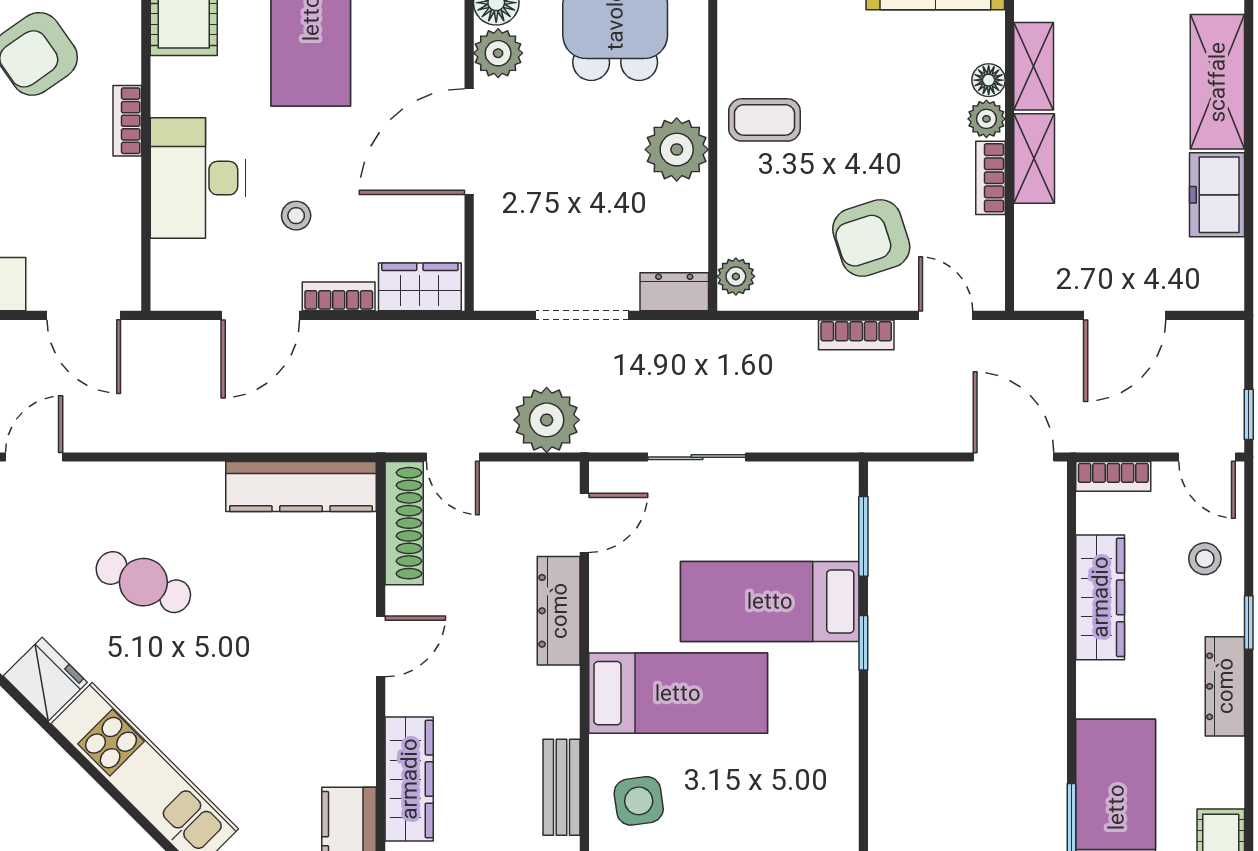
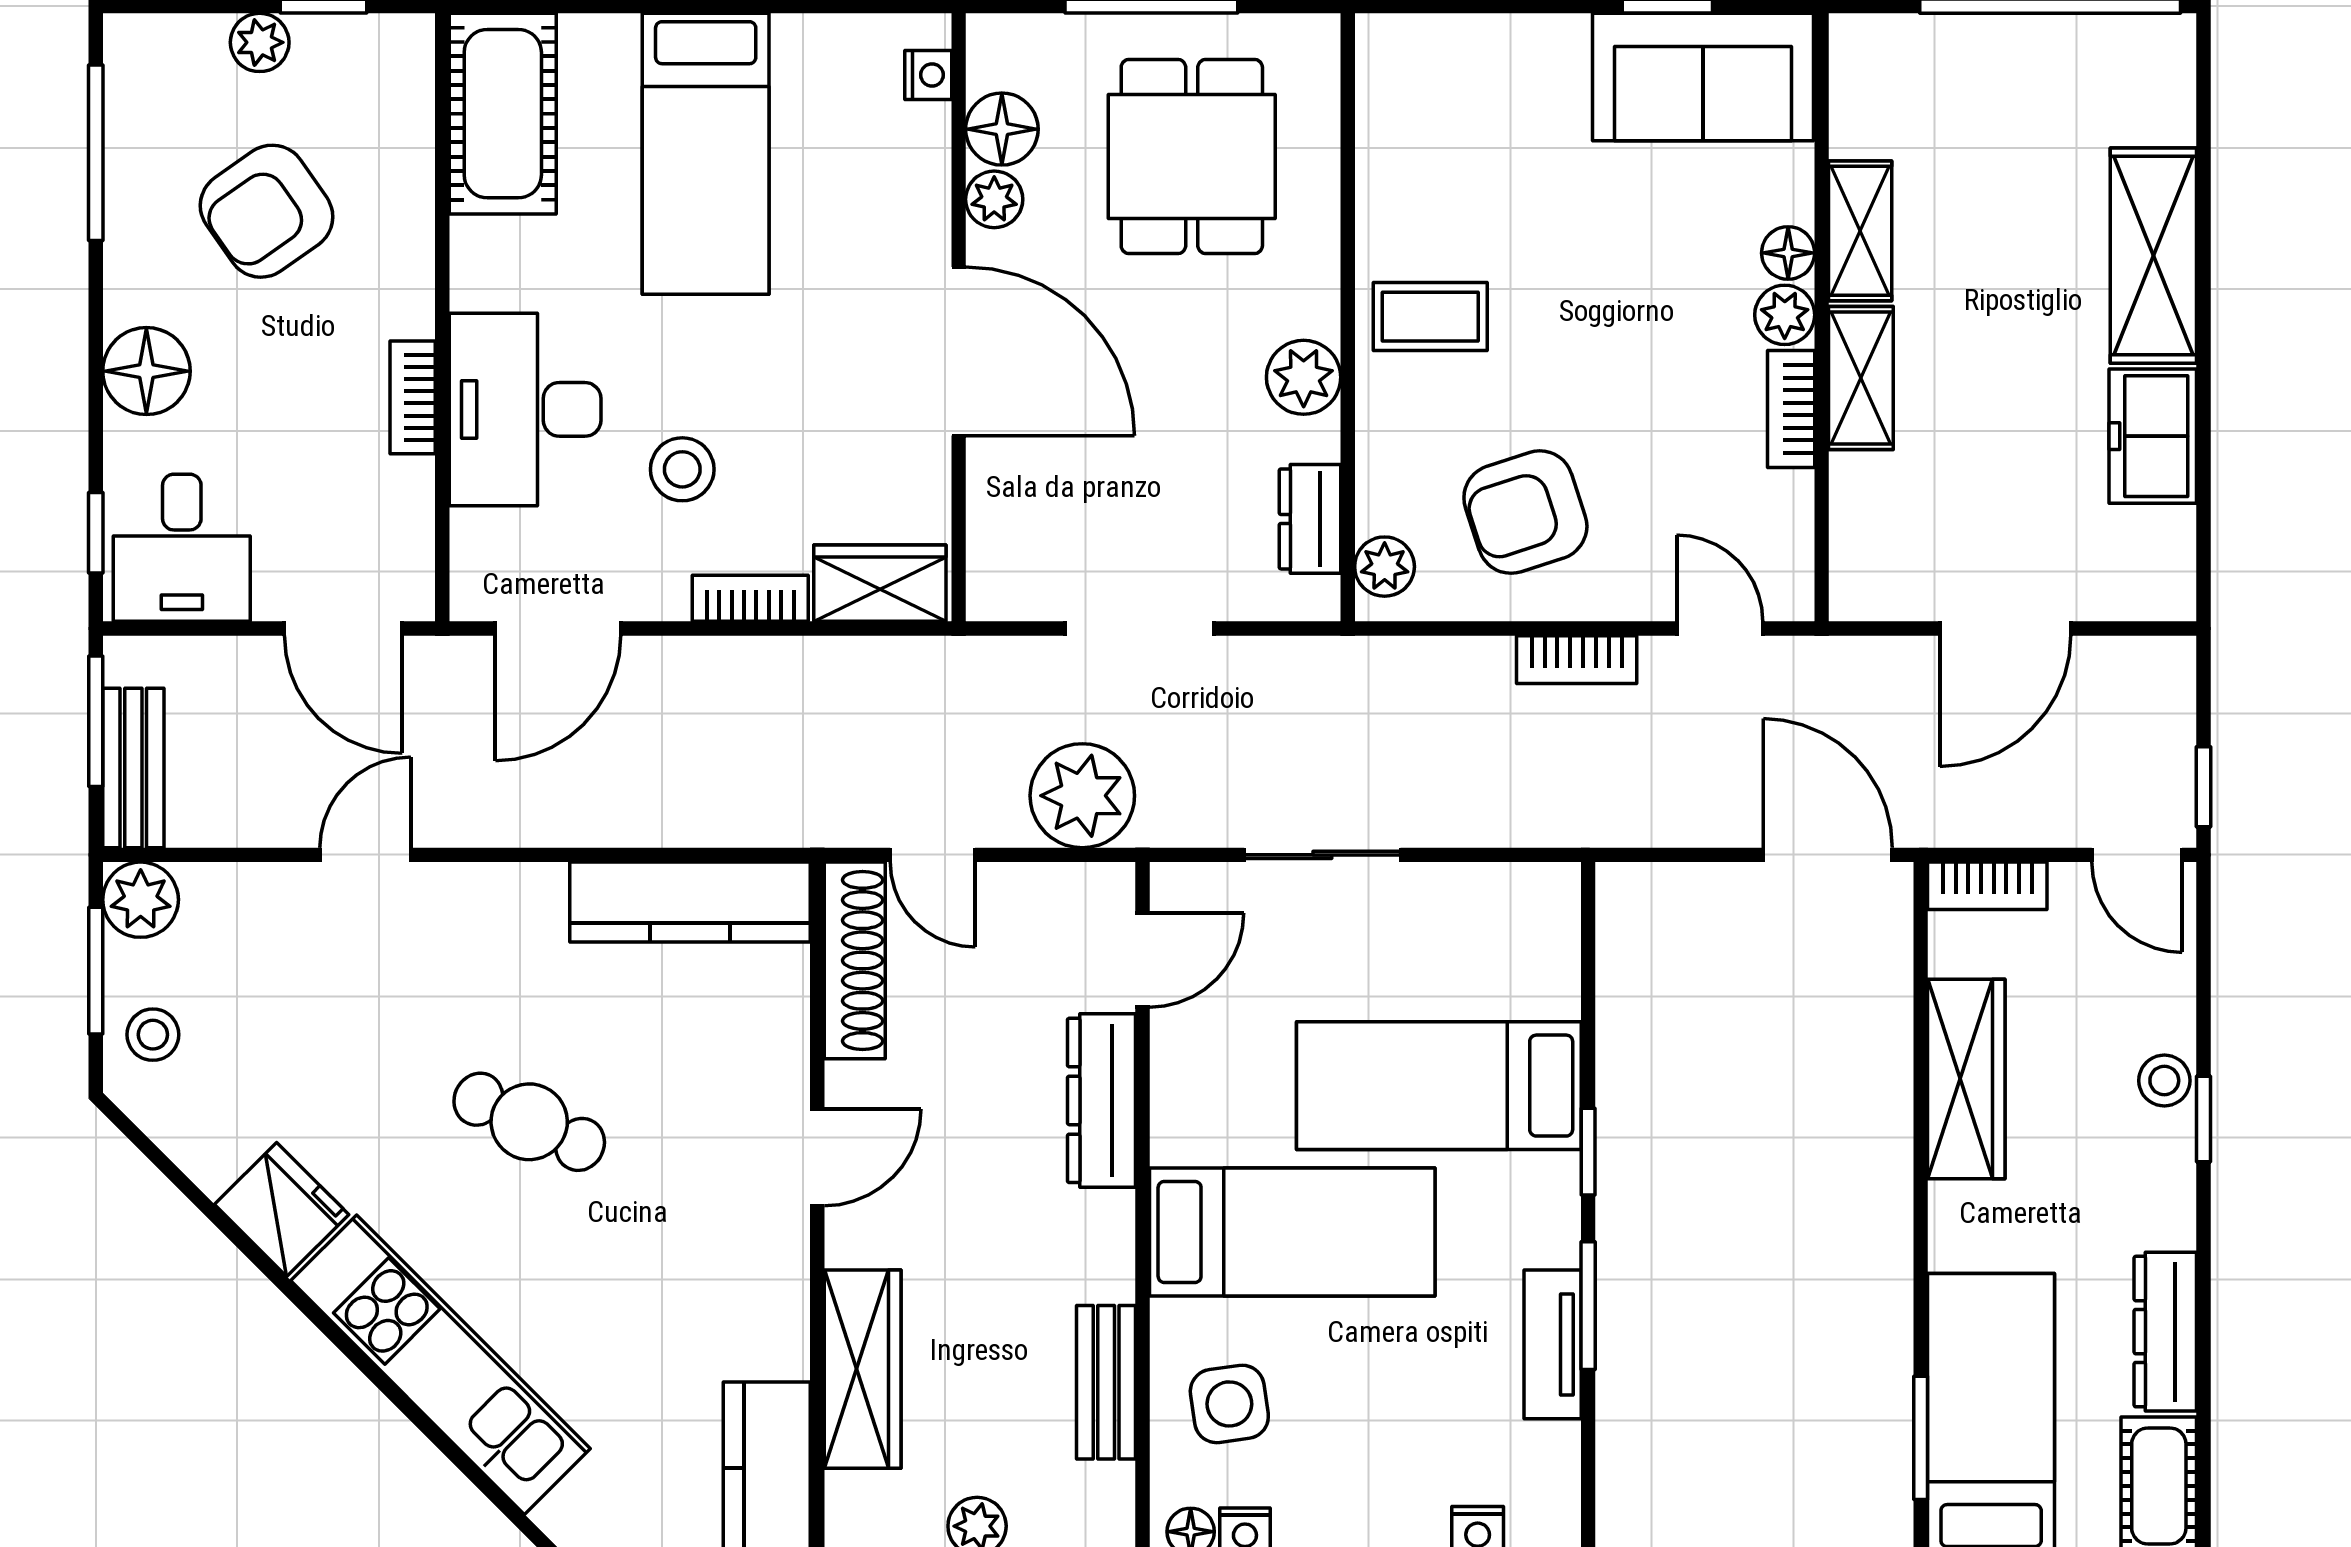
plant: (498, 53) -> (994, 199), width x0.73, depth x0.73
bookcase: (127, 121) -> (413, 397), moved
door: (469, 142) -> (959, 351), swing flipped
plant: (677, 150) -> (1304, 377), width x0.73, depth x0.73
stool: (296, 216) -> (682, 469), width x1.37, depth x1.37
armchair: (871, 238) -> (1525, 512), moved
dresser: (674, 292) -> (1310, 519), moved, turned -90
door: (260, 315) -> (558, 629), moved
door: (34, 457) -> (365, 855), moved
window: (863, 536) -> (1588, 1306), moved
stool: (1205, 559) -> (2164, 1081), moved
cafe table: (143, 582) -> (529, 1122), moved
dresser: (1225, 686) -> (2165, 1332), moved
tv unit: (841, 764) -> (1553, 1344), added

